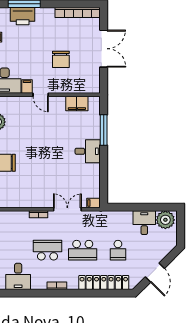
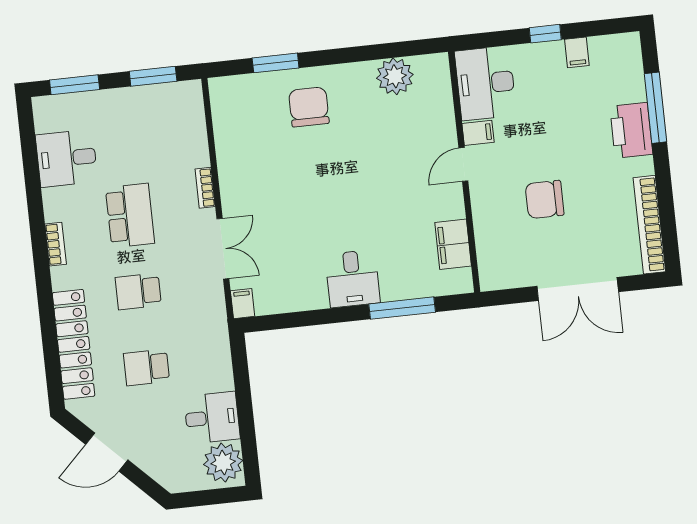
printer: (23, 16) -> (631, 130), moved
school desk: (83, 250) -> (138, 291), width x0.54

